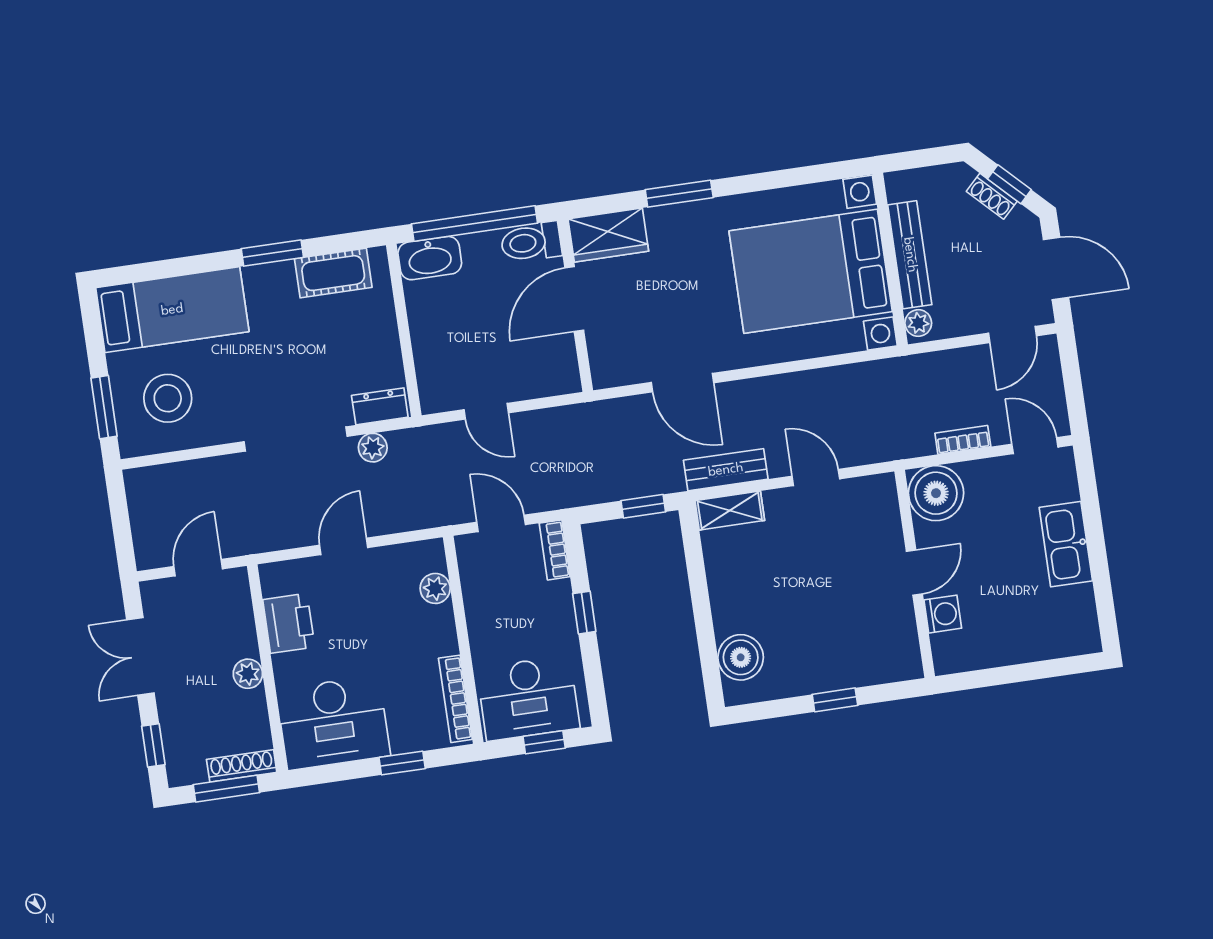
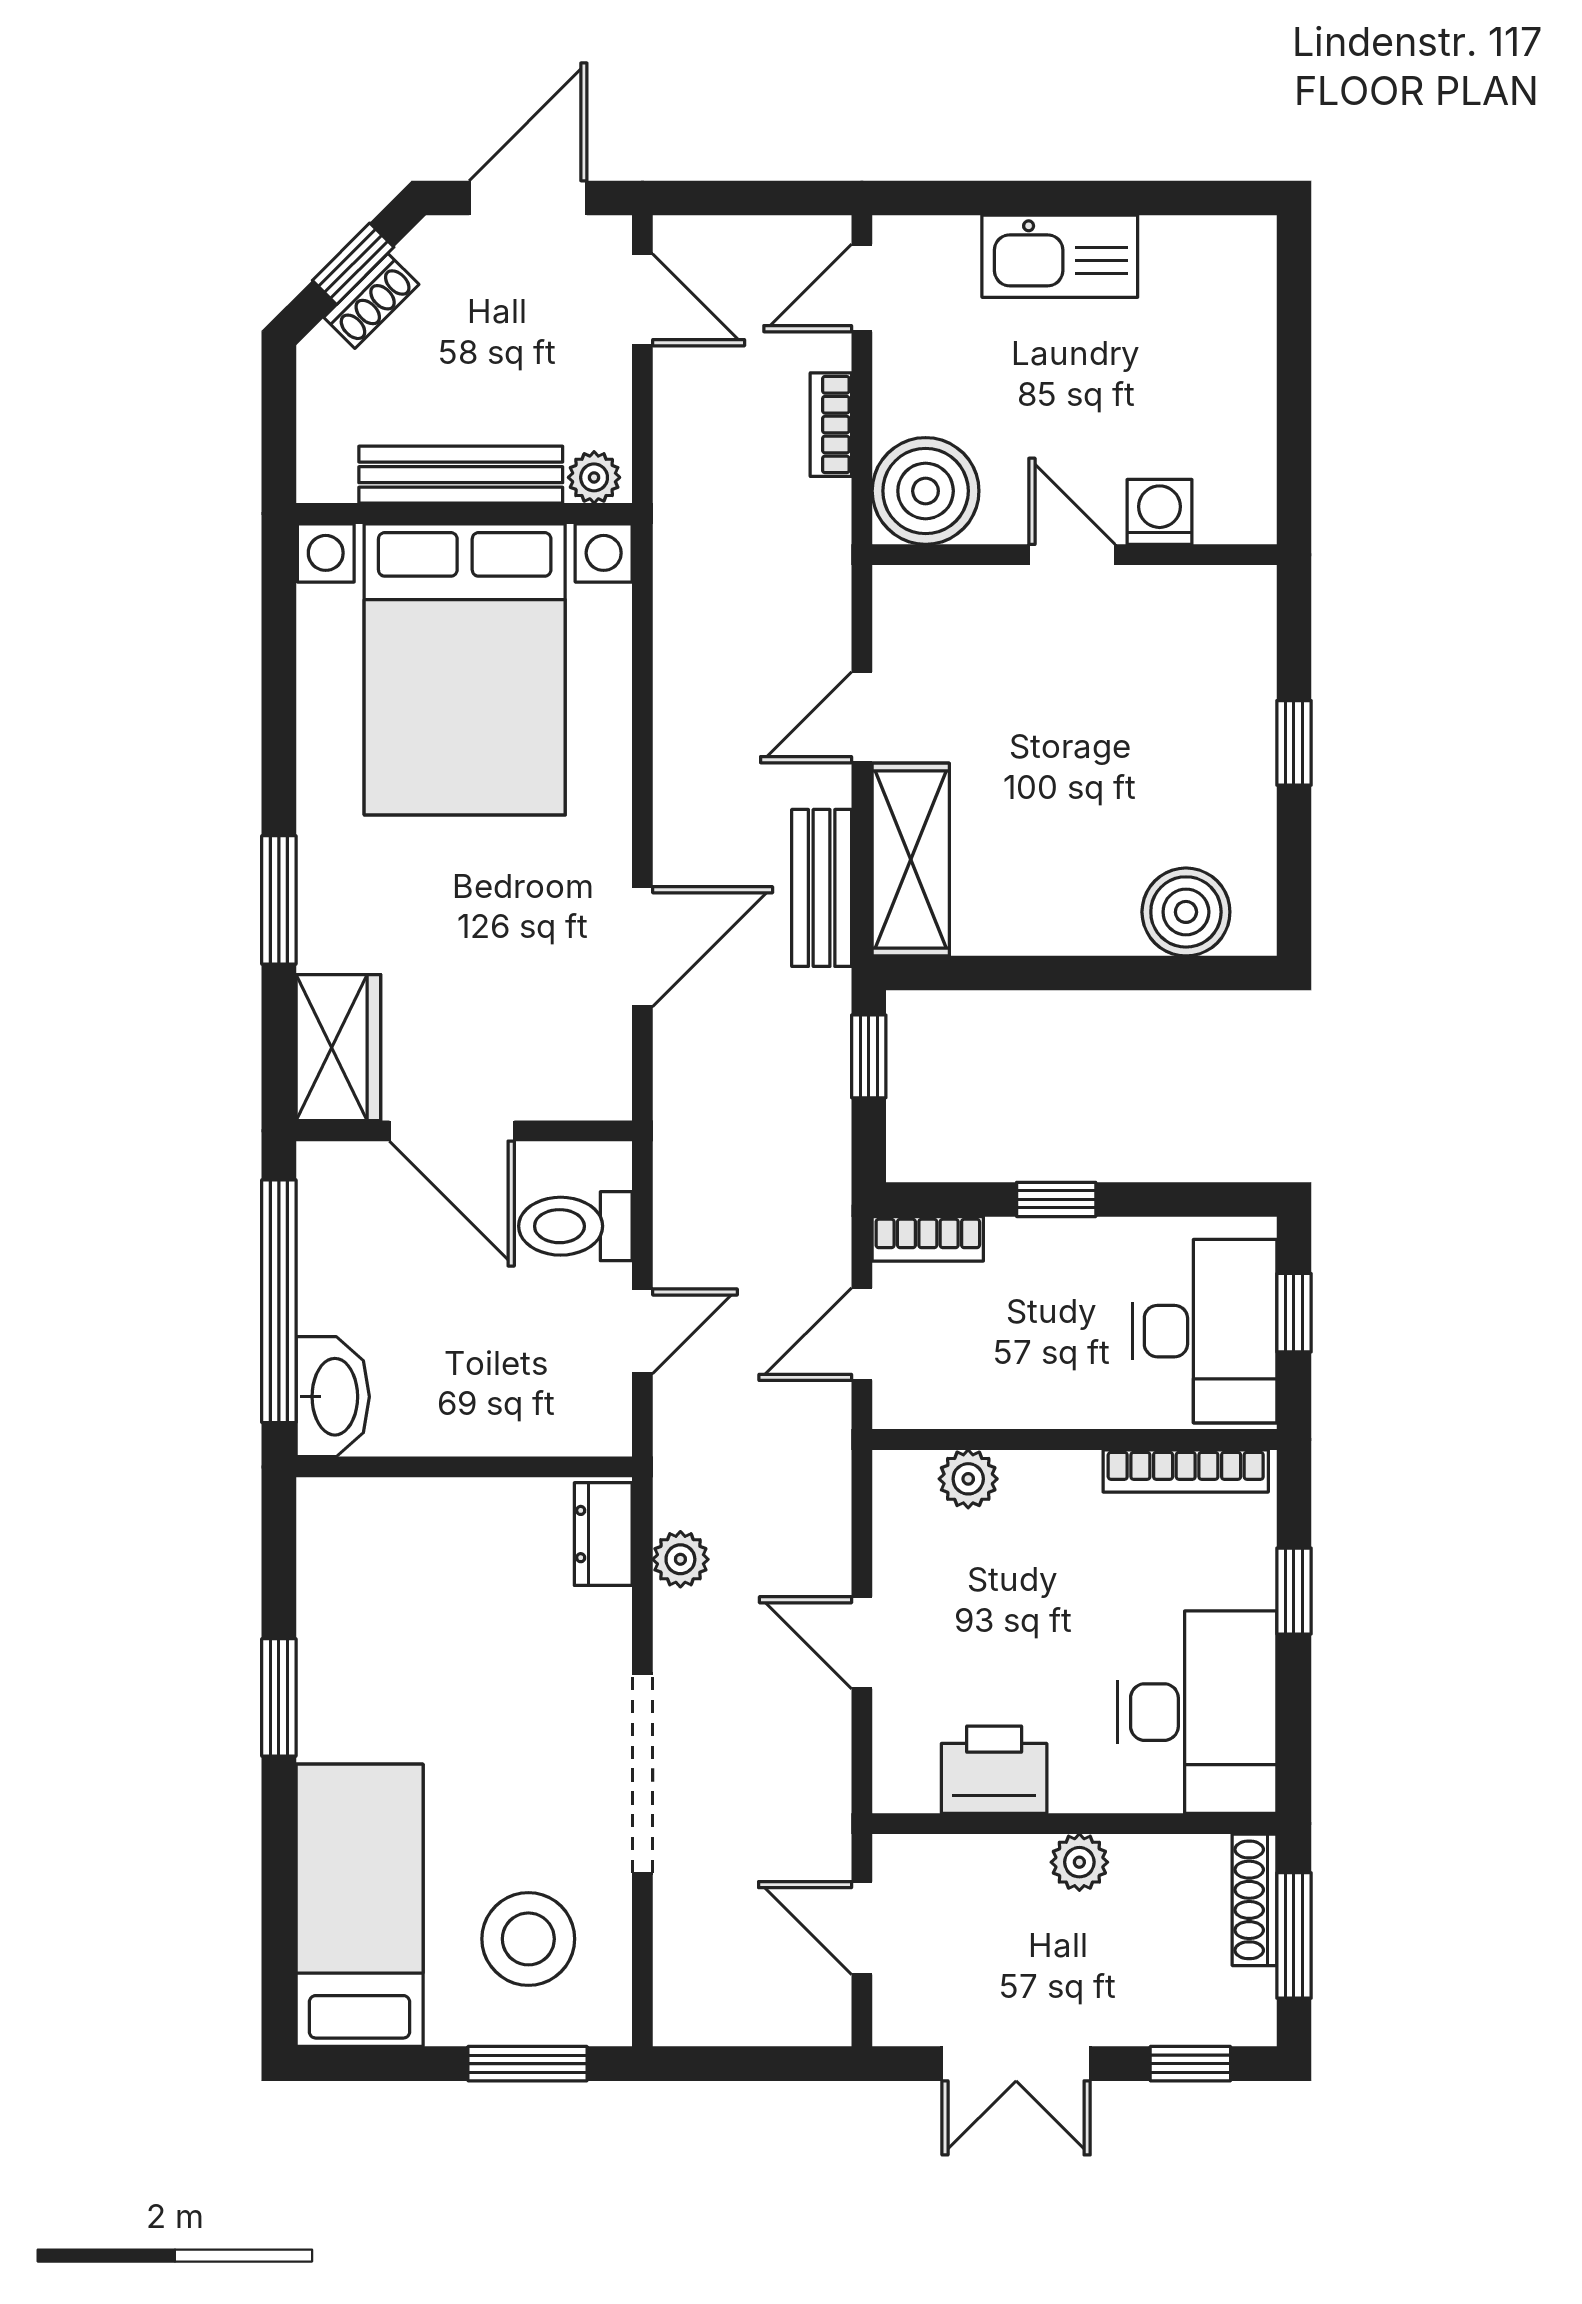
toilet: (531, 242) -> (575, 1226), moved, turned 90
cot: (333, 273) -> (334, 1586), removed
doorway: (296, 439) -> (642, 1773), moved
shelving: (730, 510) -> (911, 860), width x1.50, depth x1.33

